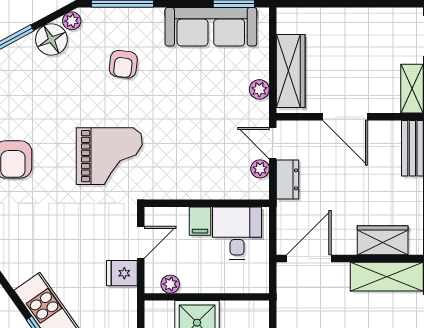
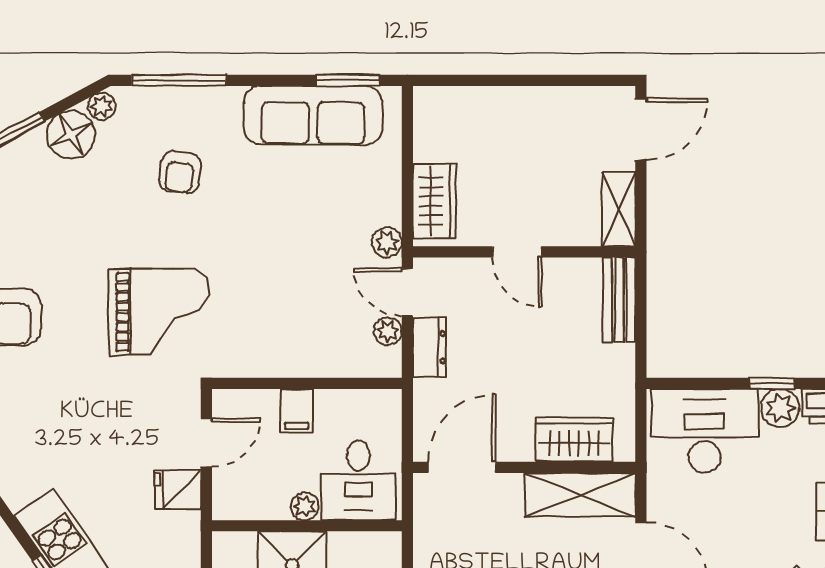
wardrobe: (291, 71) -> (434, 201), width x0.67
plant: (259, 89) -> (387, 242), moved
door: (345, 117) -> (517, 252), width x0.73
desk: (237, 233) -> (358, 480), moved, turned 180
plant: (170, 284) -> (304, 506), moved

